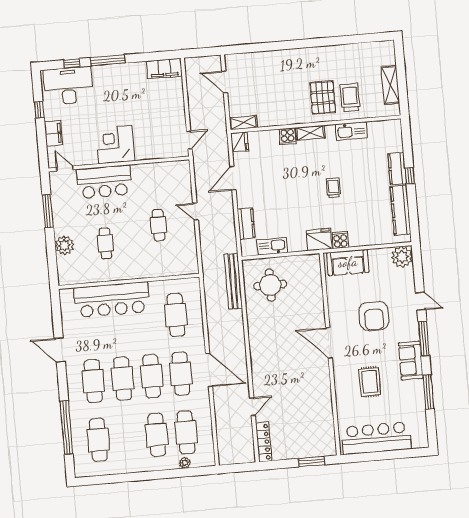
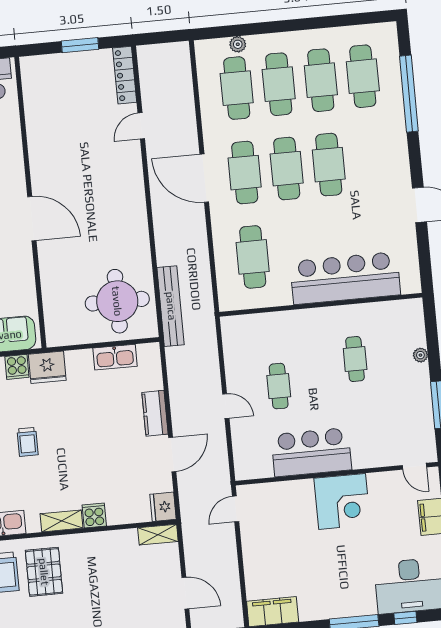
bar counter: (104, 182) -> (311, 452), moved
kitchen counter: (246, 224) -> (155, 413), moved
plant: (64, 245) -> (420, 355), width x0.53, depth x0.53
round table: (270, 285) -> (117, 301), width x1.36, depth x1.36
cafe table: (93, 381) -> (321, 80), moved
window: (311, 462) -> (80, 45), moved

